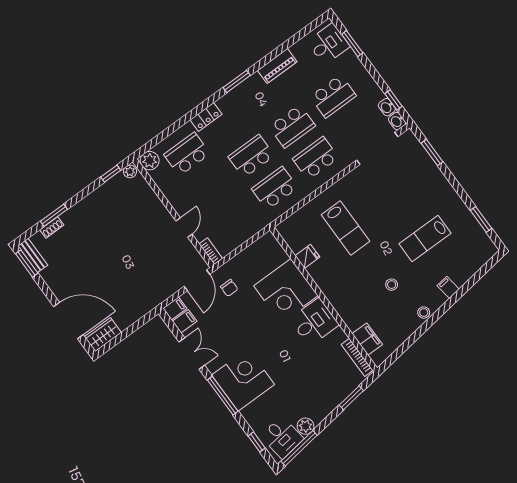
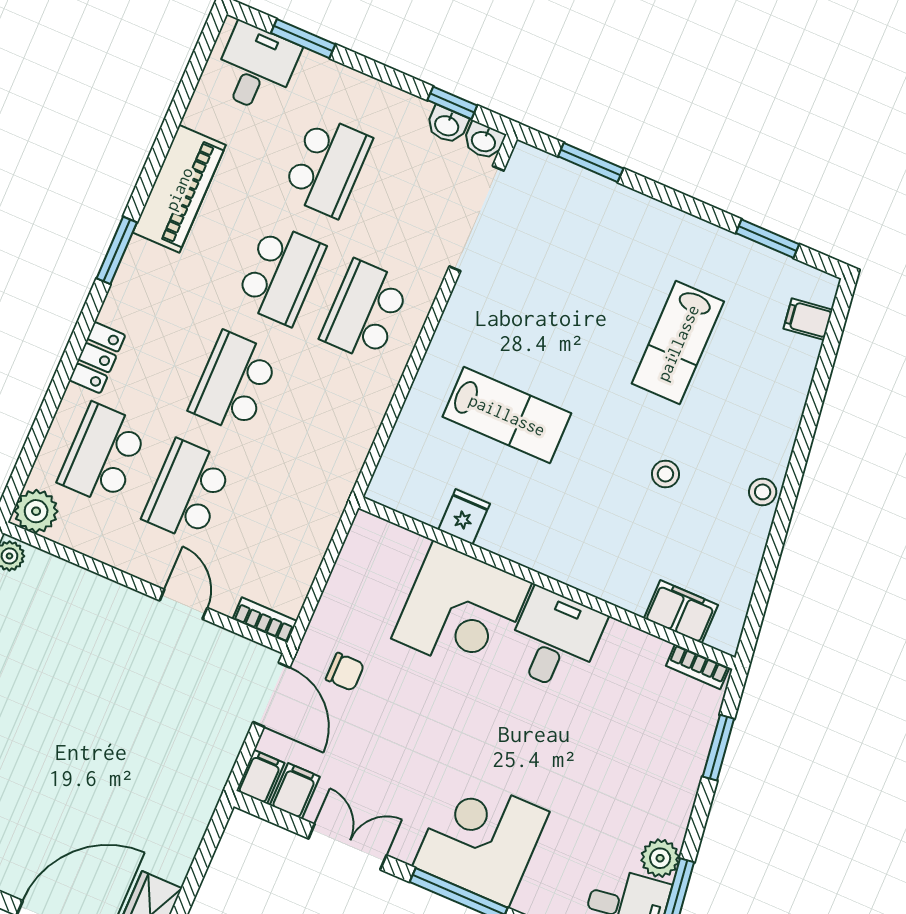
piano: (277, 66) -> (179, 189), width x1.37, depth x1.33
school desk: (275, 188) -> (187, 491), moved
filing cabinet: (448, 287) -> (808, 319), moved
bookcase: (357, 357) -> (698, 667), width x0.64

